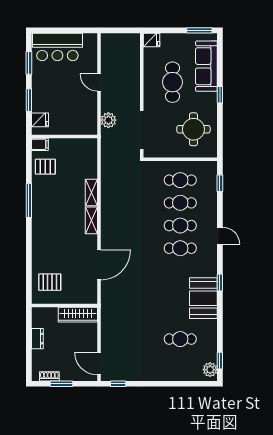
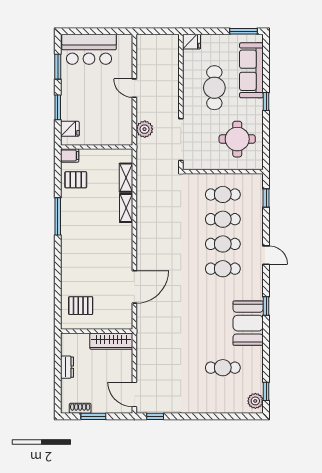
shelving: (91, 220) -> (126, 178), moved

